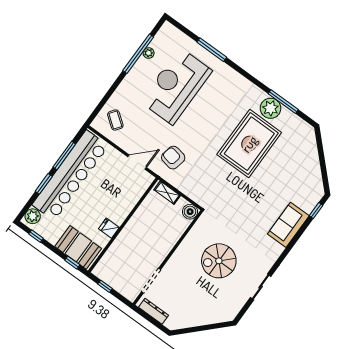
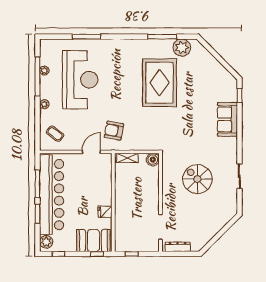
plant: (125, 85) -> (44, 104), added
reception desk: (176, 86) -> (80, 80), turned 180
plant: (271, 108) -> (182, 48), moved
spiral stairs: (219, 261) -> (197, 179), turned 90

